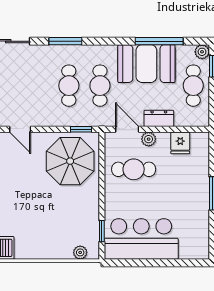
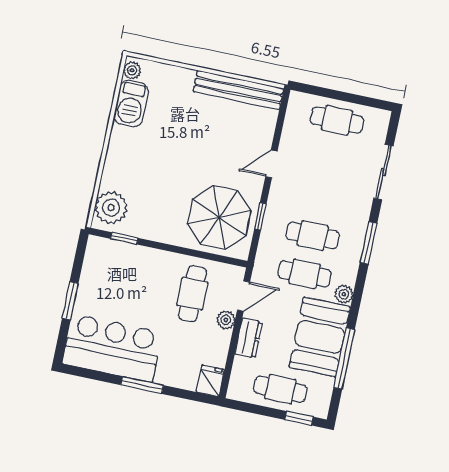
plant: (202, 52) -> (344, 294), moved
window: (81, 129) -> (260, 216), moved
fridge: (180, 143) -> (210, 381), moved, turned 90
bar counter: (141, 239) -> (112, 348), moved, turned -90
plant: (80, 252) -> (111, 208), width x1.88, depth x1.88
window: (159, 263) -> (70, 301), added

